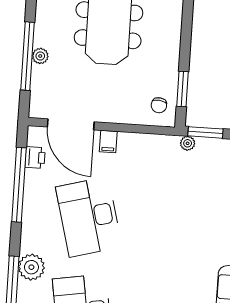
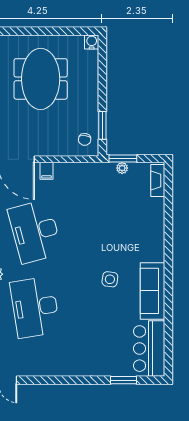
plant: (188, 143) -> (122, 168), moved
side table: (179, 283) -> (110, 279), added

